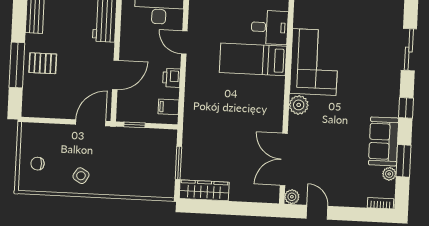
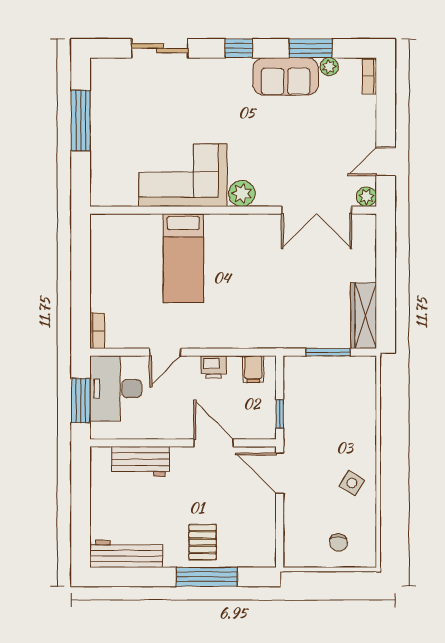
desk: (270, 27) -> (139, 238), removed

